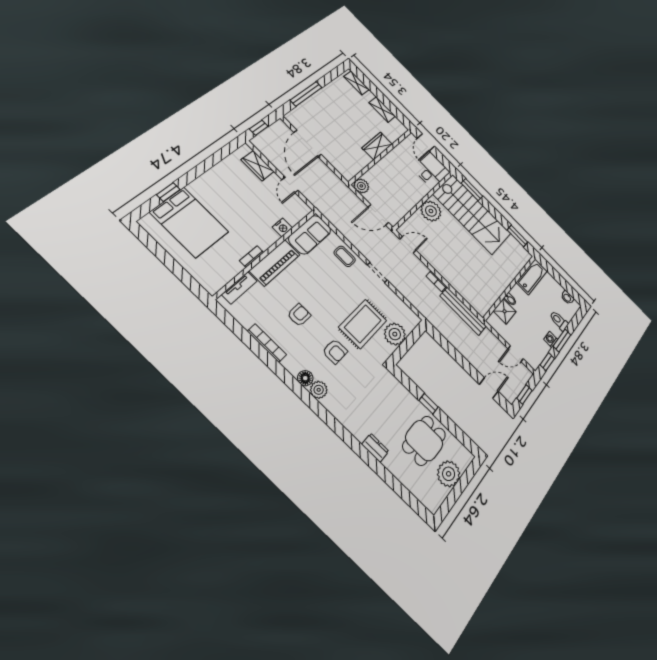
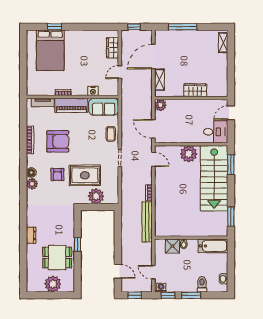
shelving: (382, 110) -> (159, 80), moved
armchair: (299, 315) -> (58, 141), width x1.88, depth x1.88
washing machine: (551, 340) -> (161, 288), moved

